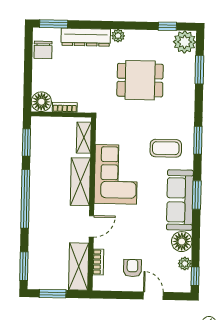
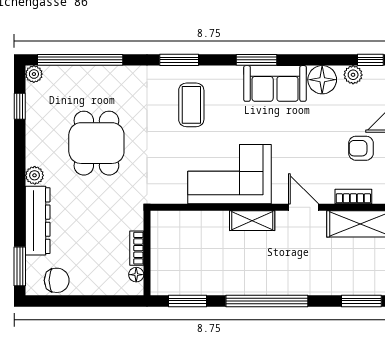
plant: (185, 42) -> (34, 74), width x0.53, depth x0.53
window: (199, 70) -> (80, 60), width x2.11
floor lamp: (41, 102) -> (136, 275), width x0.53, depth x0.53
shelving: (84, 138) -> (179, 220), removed
shelving: (80, 182) -> (252, 221), width x0.67, depth x0.75
sofa: (180, 200) -> (275, 83), width x0.73

